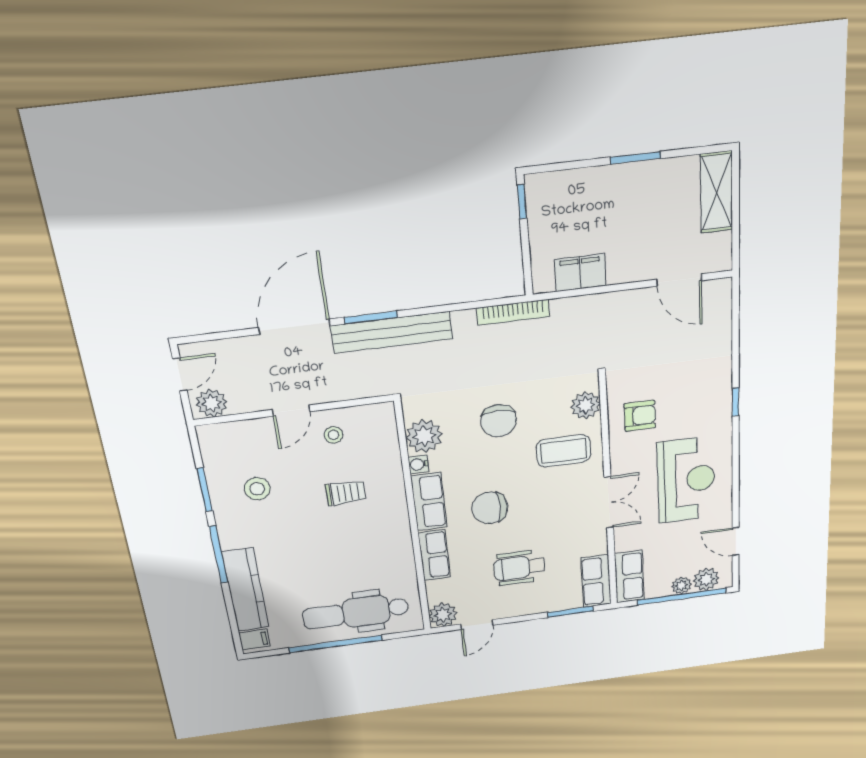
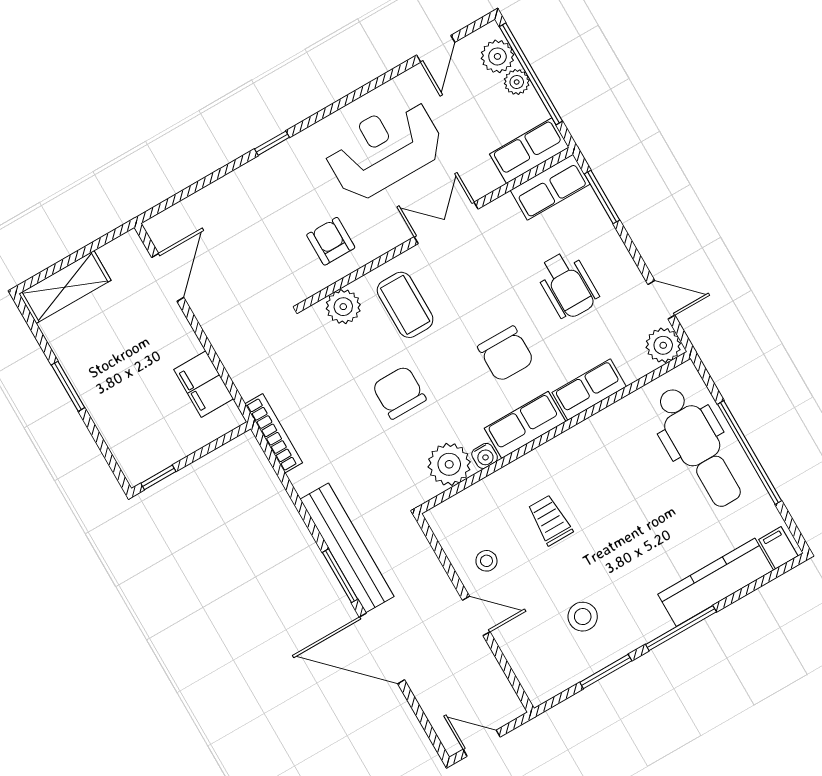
plant: (212, 403) -> (501, 700), removed
chair: (499, 421) -> (399, 392), turned -90

